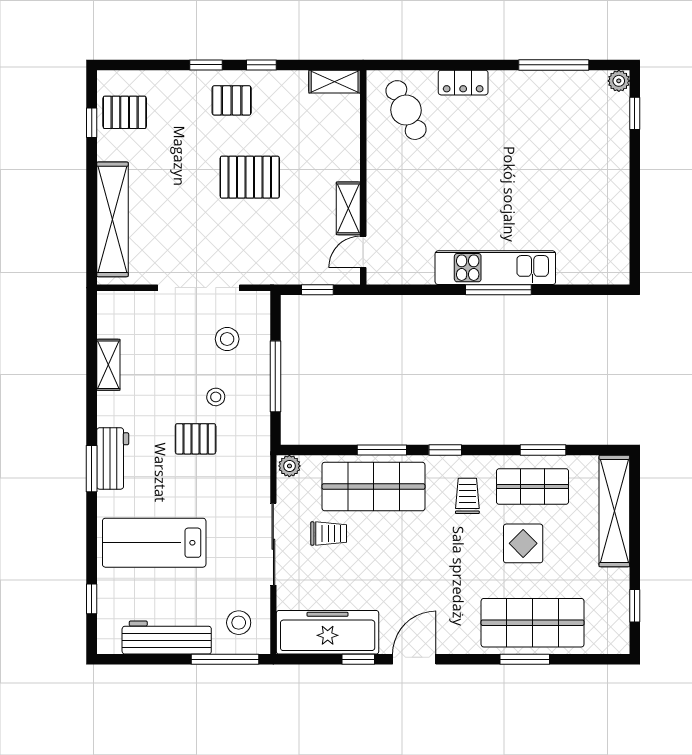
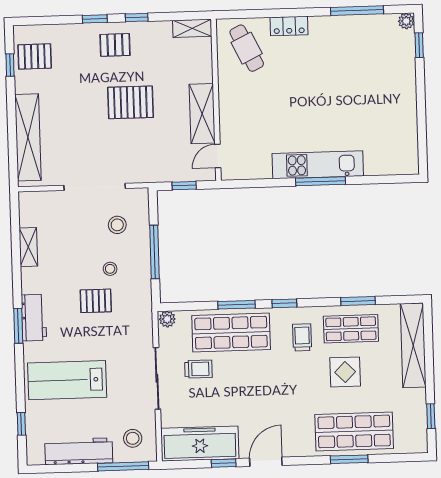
shelving: (348, 208) -> (202, 114), width x1.50, depth x1.33

